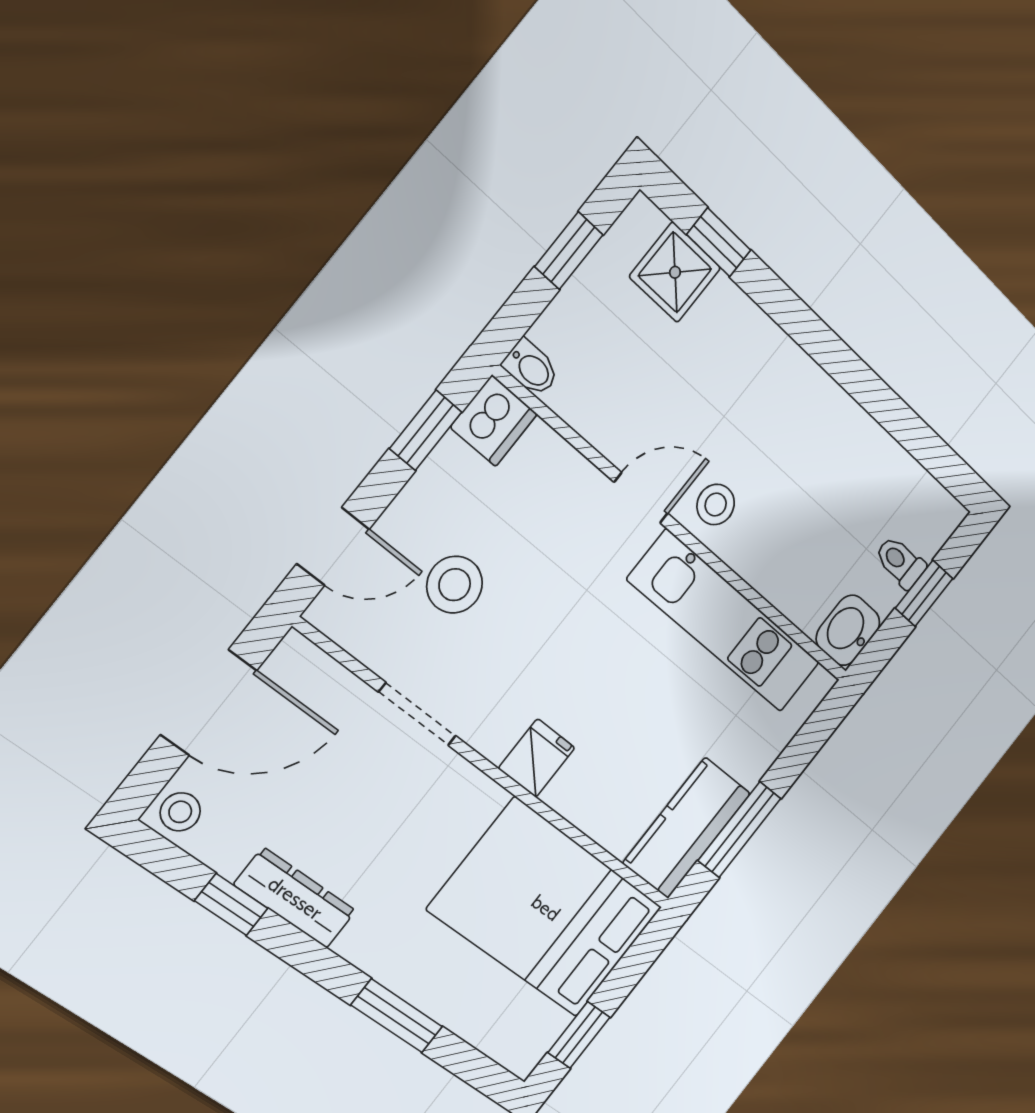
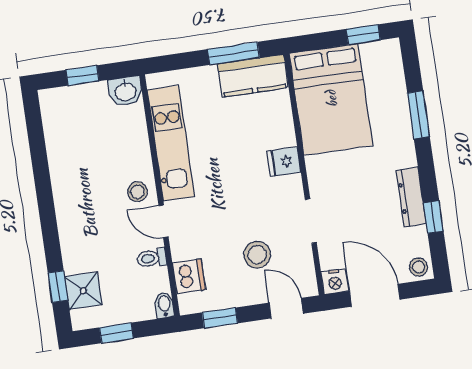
dishwasher: (494, 421) -> (189, 276), moved, turned 90
toilet: (900, 562) -> (152, 258), moved, turned 90
nightstand: (294, 662) -> (335, 281), added

